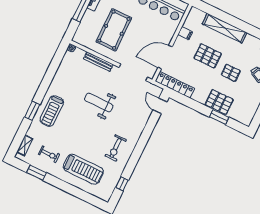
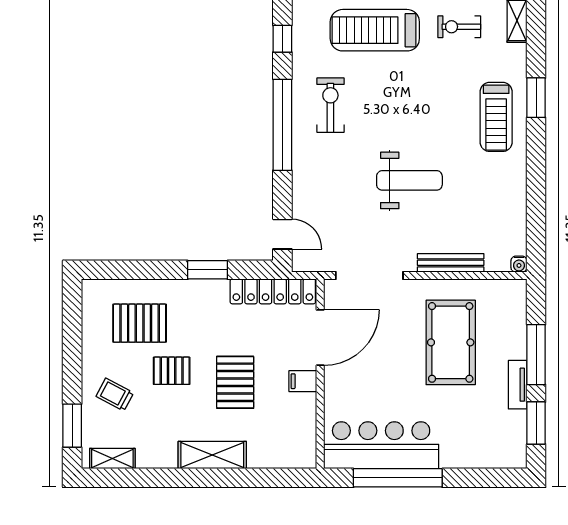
shelving: (225, 28) -> (212, 455), width x0.68
filing cabinet: (185, 33) -> (303, 381), moved
pallet: (208, 56) -> (235, 382), turned 90
pallet: (219, 102) -> (140, 323), moved
treadmill: (52, 111) -> (496, 117), turned 180
window: (219, 117) -> (208, 270), moved
window: (139, 149) -> (282, 125), added

